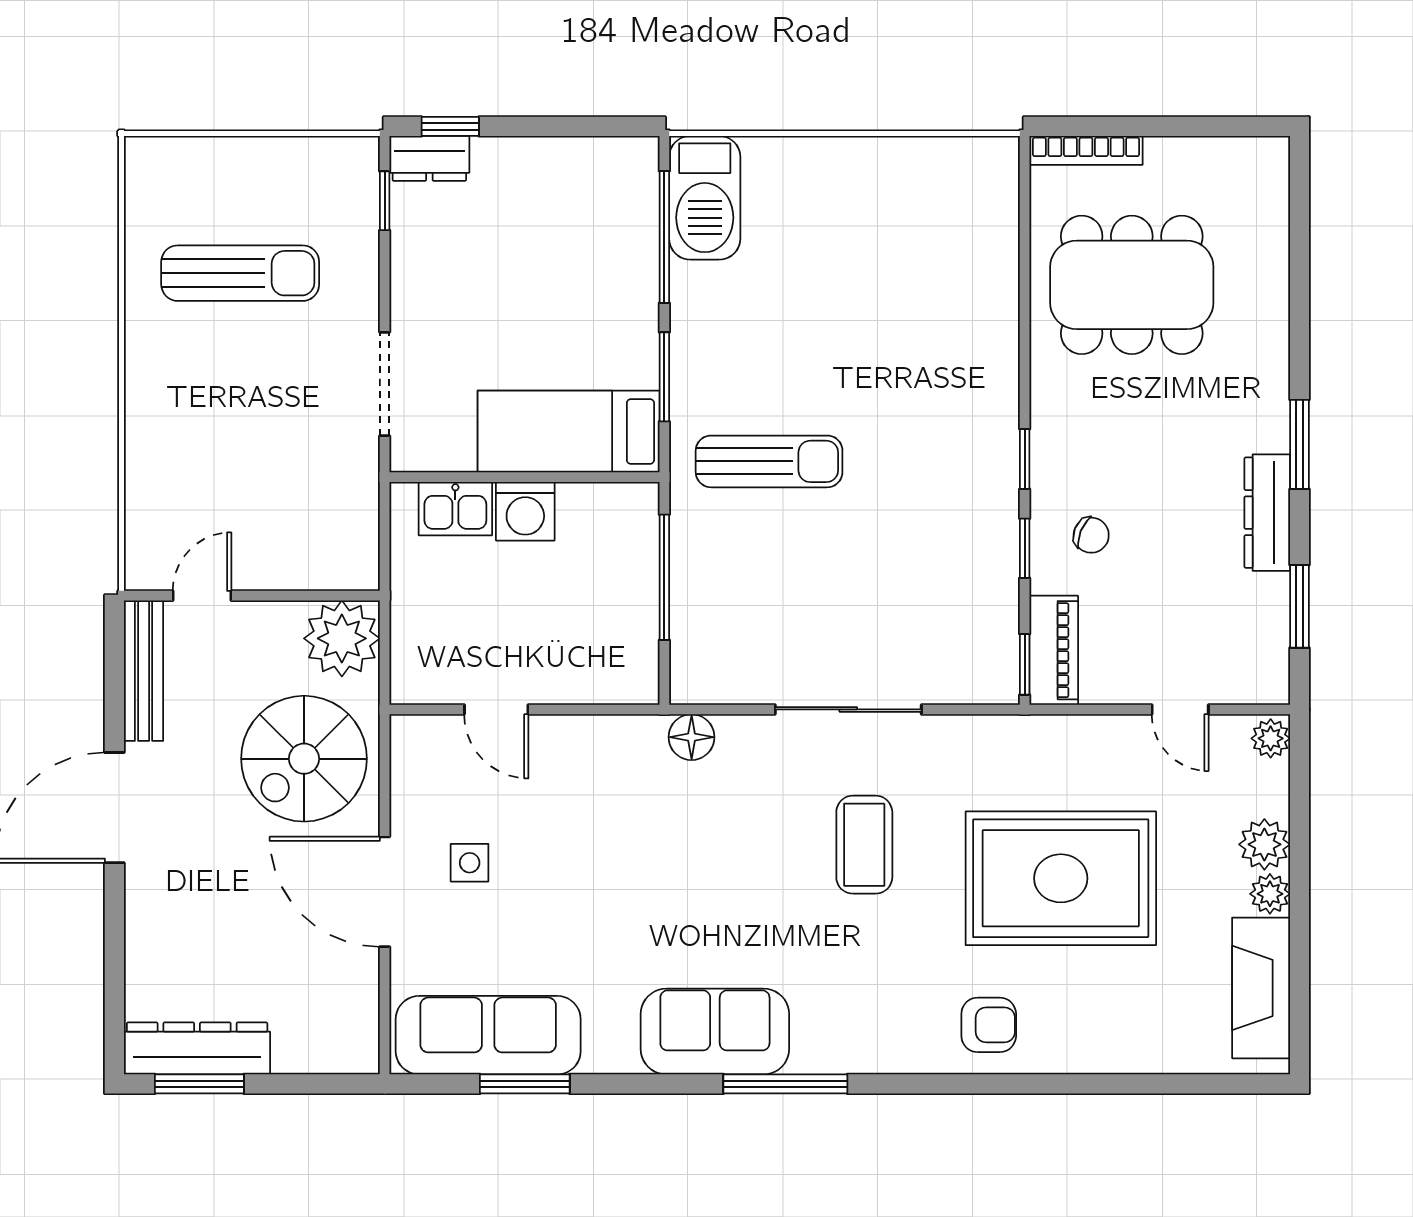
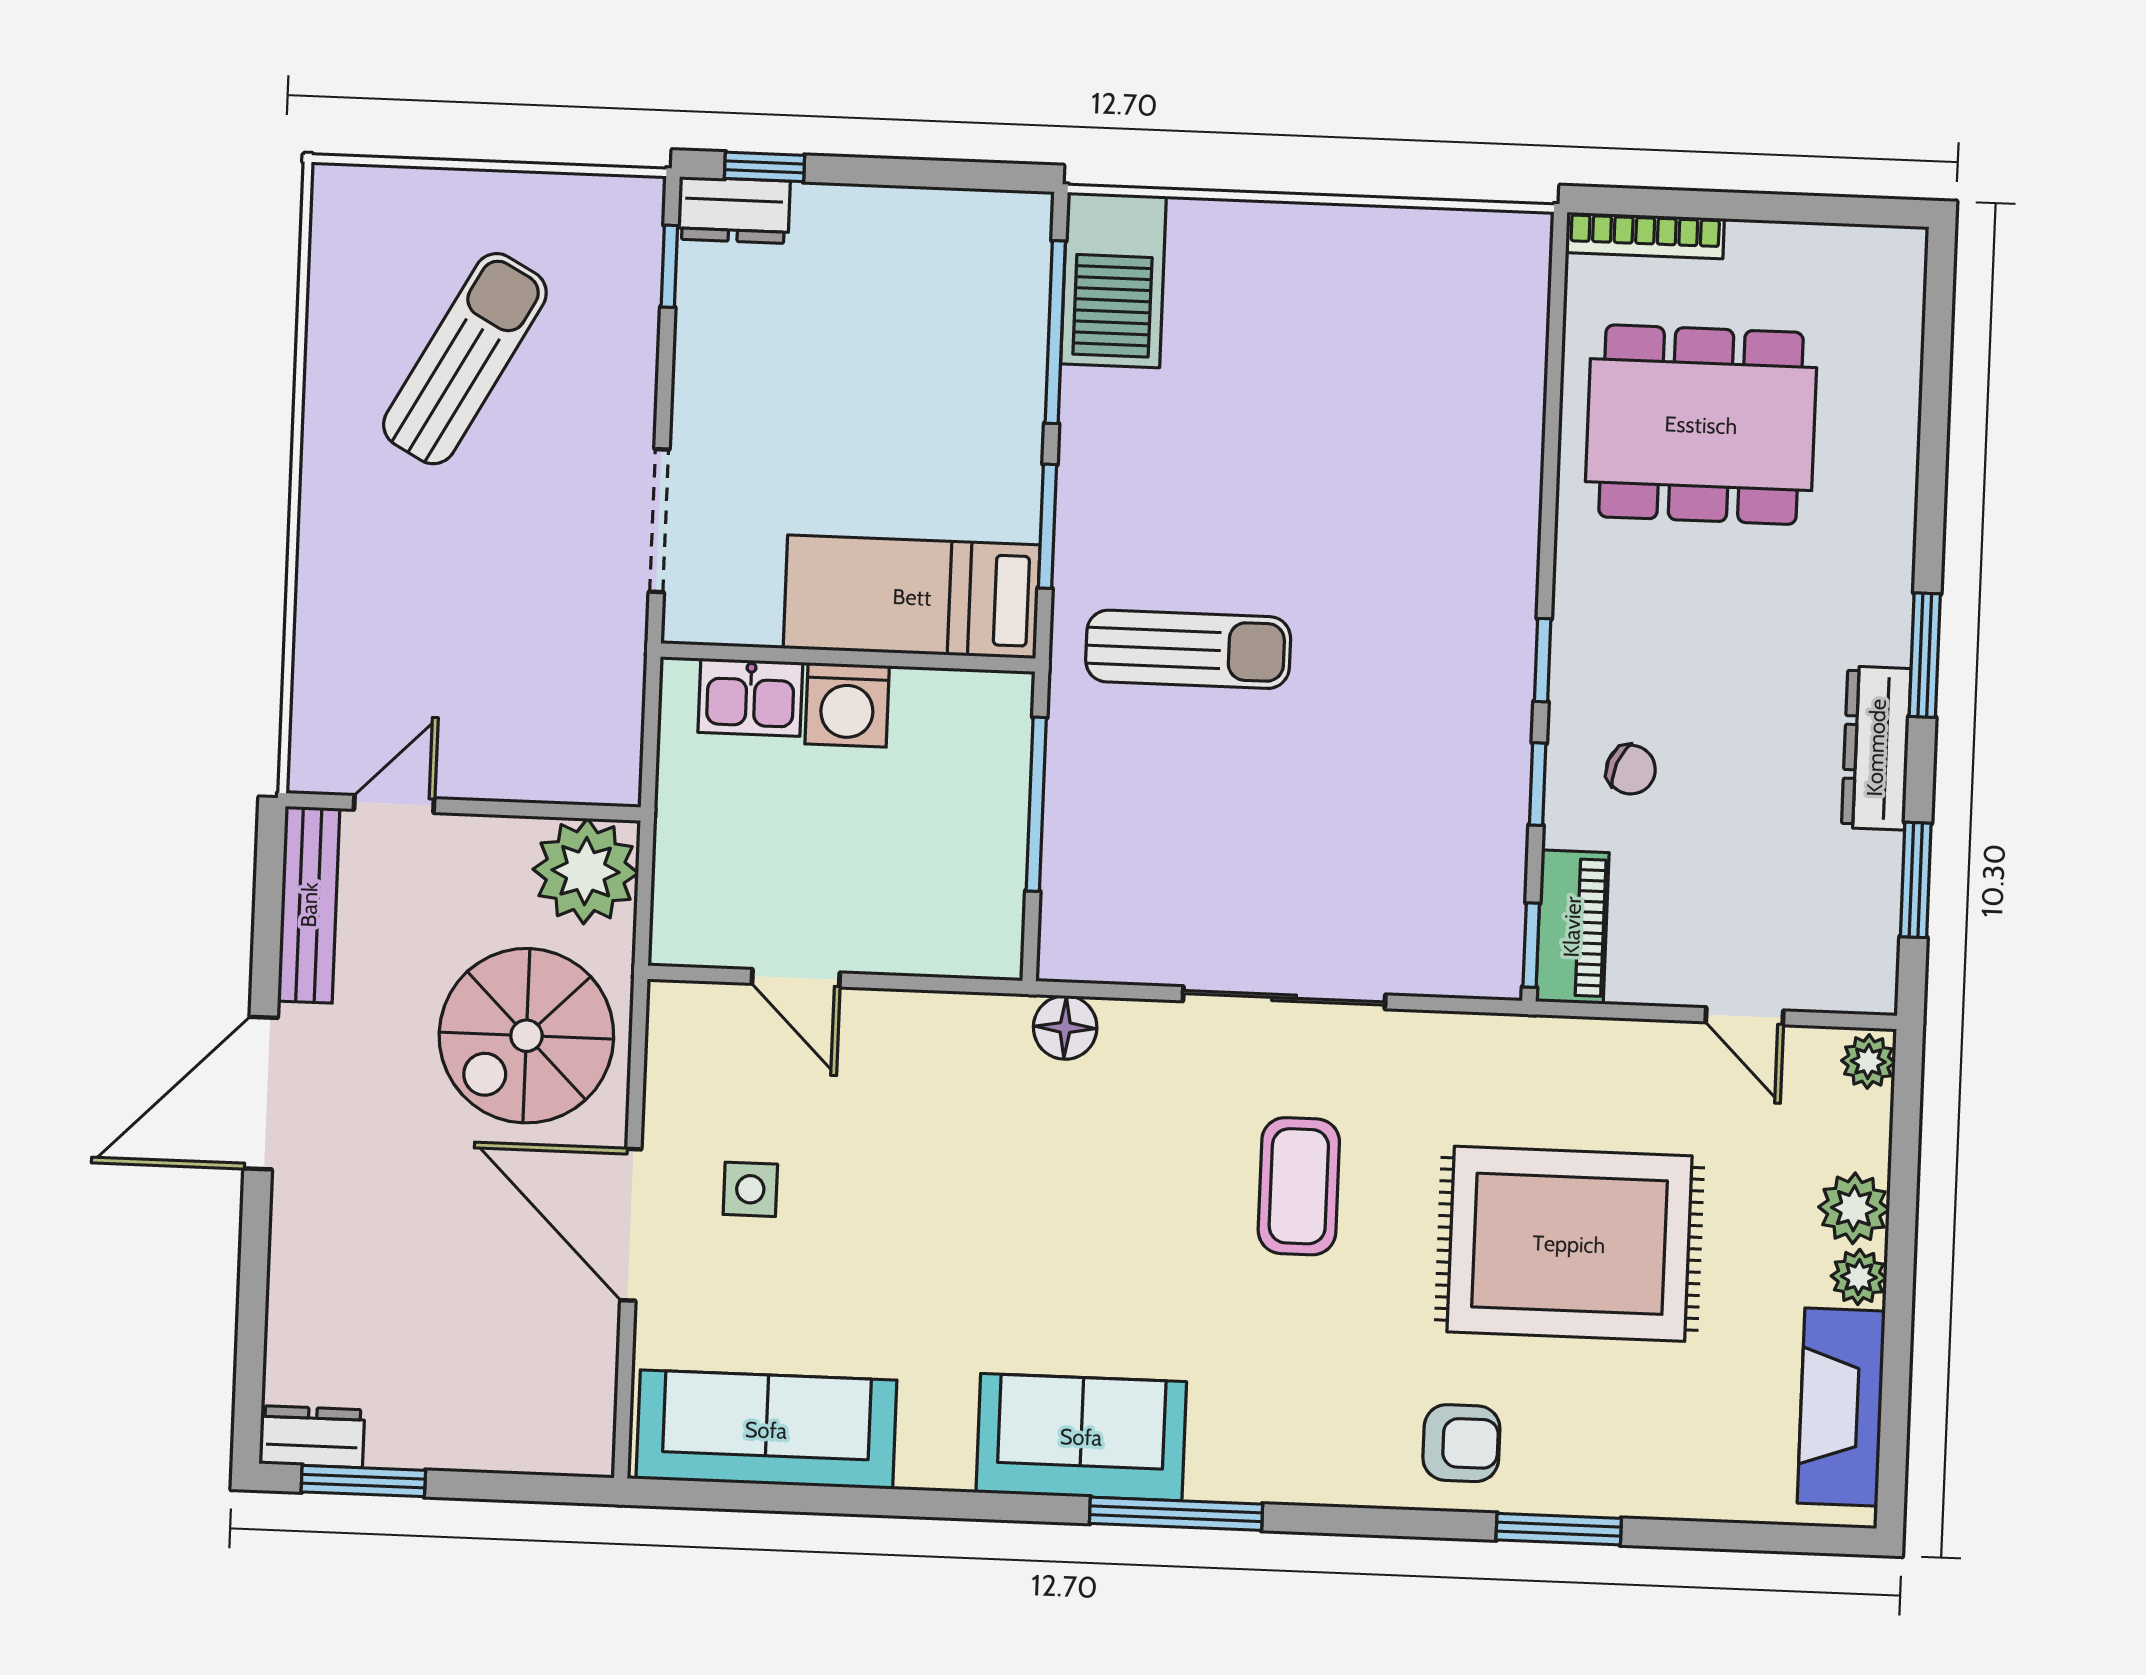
sun lounger: (240, 273) -> (465, 359), turned -61
dresser: (197, 1048) -> (312, 1437), width x0.51, depth x0.80
window: (525, 1084) -> (1559, 1529), moved

